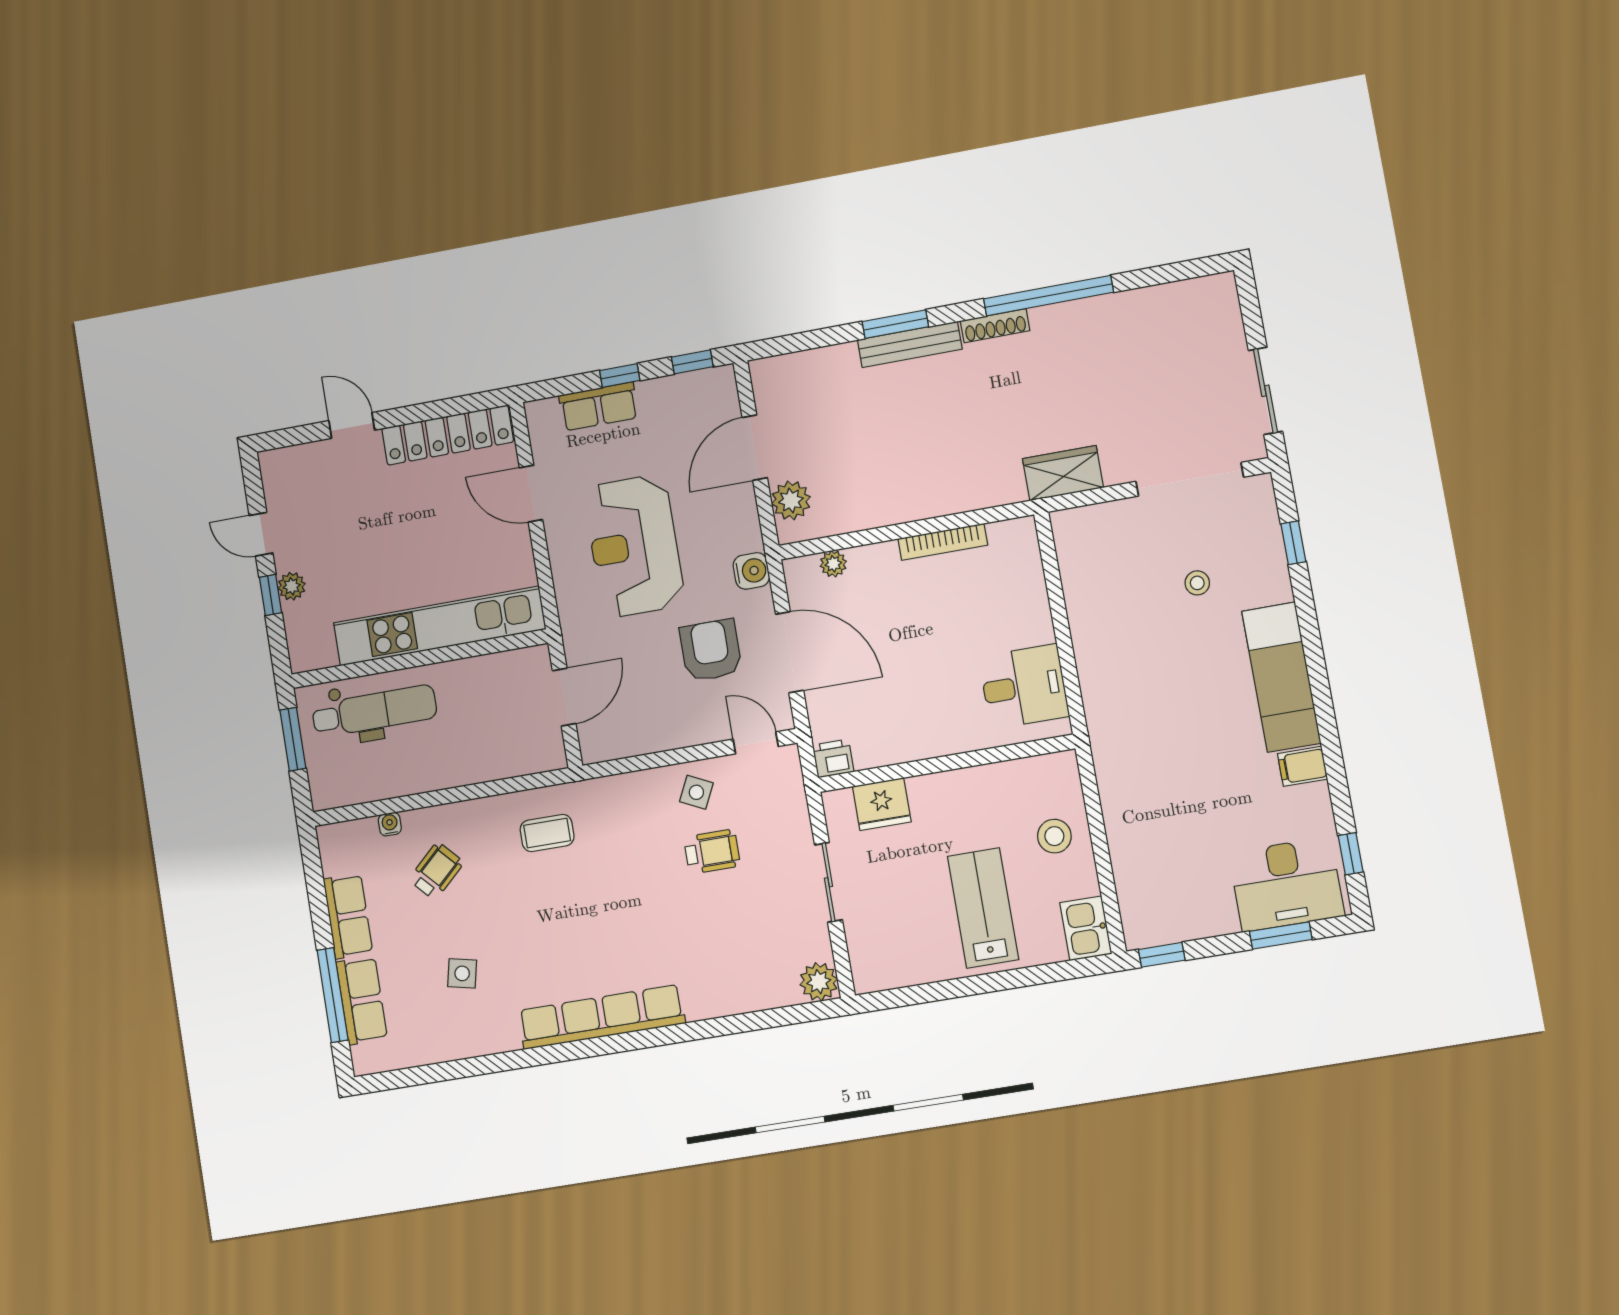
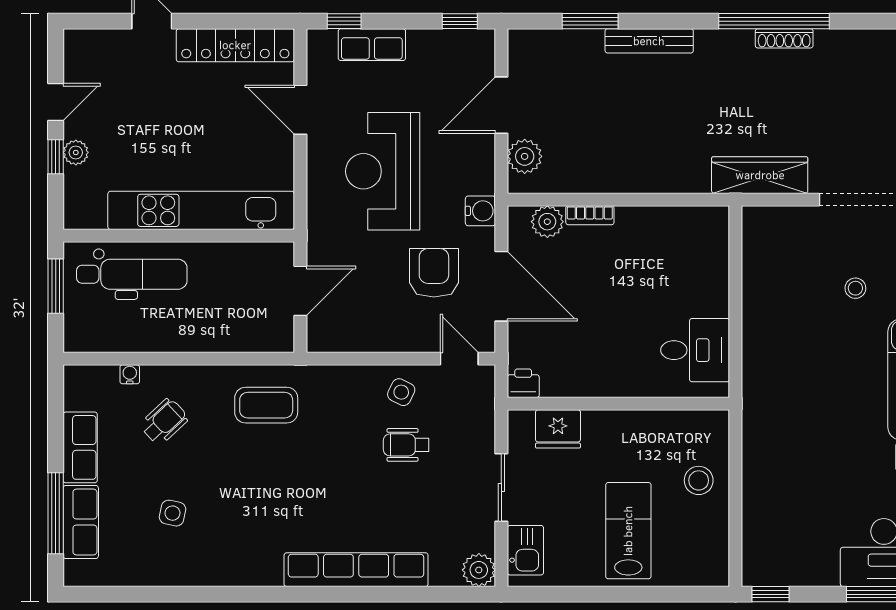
window: (895, 324) -> (590, 21), moved
shoe rack: (995, 326) -> (784, 38), moved
window: (620, 375) -> (344, 21), moved
wardrobe: (1063, 473) -> (760, 175), width x1.50
door: (261, 534) -> (56, 102), swing flipped
bookcase: (943, 542) -> (590, 215), moved, width x0.64
plant: (833, 564) -> (547, 222), width x1.38, depth x1.38
coffee table: (547, 833) -> (266, 405), width x1.36, depth x1.30
wheelchair: (712, 852) -> (406, 445), turned 180
kitchen sink: (1086, 928) -> (525, 550), moved, turned 180
row of seats: (602, 1017) -> (356, 570), moved

